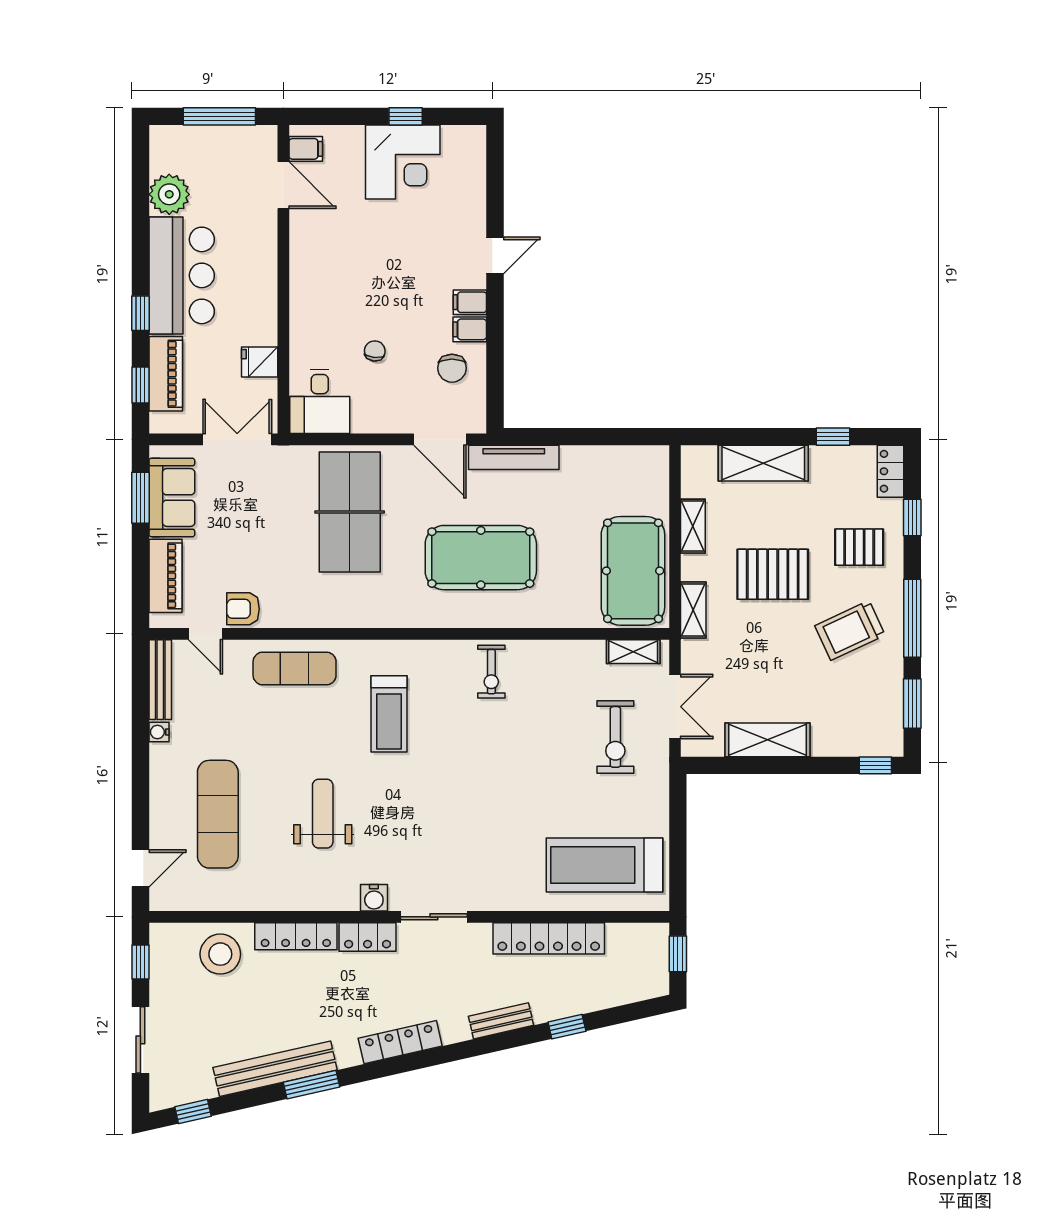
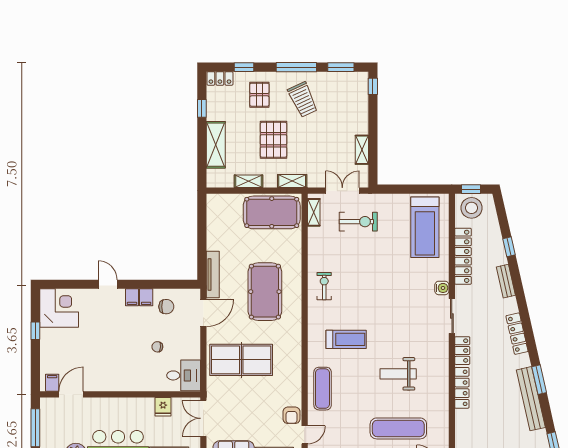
corner desk: (403, 162) -> (59, 308), moved
exercise bike: (491, 672) -> (324, 286), turned -90
shelving: (768, 740) -> (362, 150), width x0.67, depth x0.75
water cooler: (374, 898) -> (442, 288), moved
stool: (220, 954) -> (472, 208), moved

